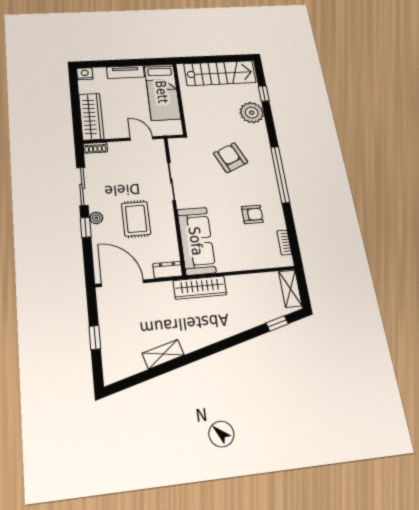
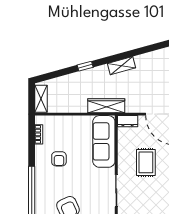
armchair: (252, 214) -> (59, 159), turned -90
window: (277, 323) -> (85, 66), moved
shelving: (163, 354) -> (122, 66), moved

